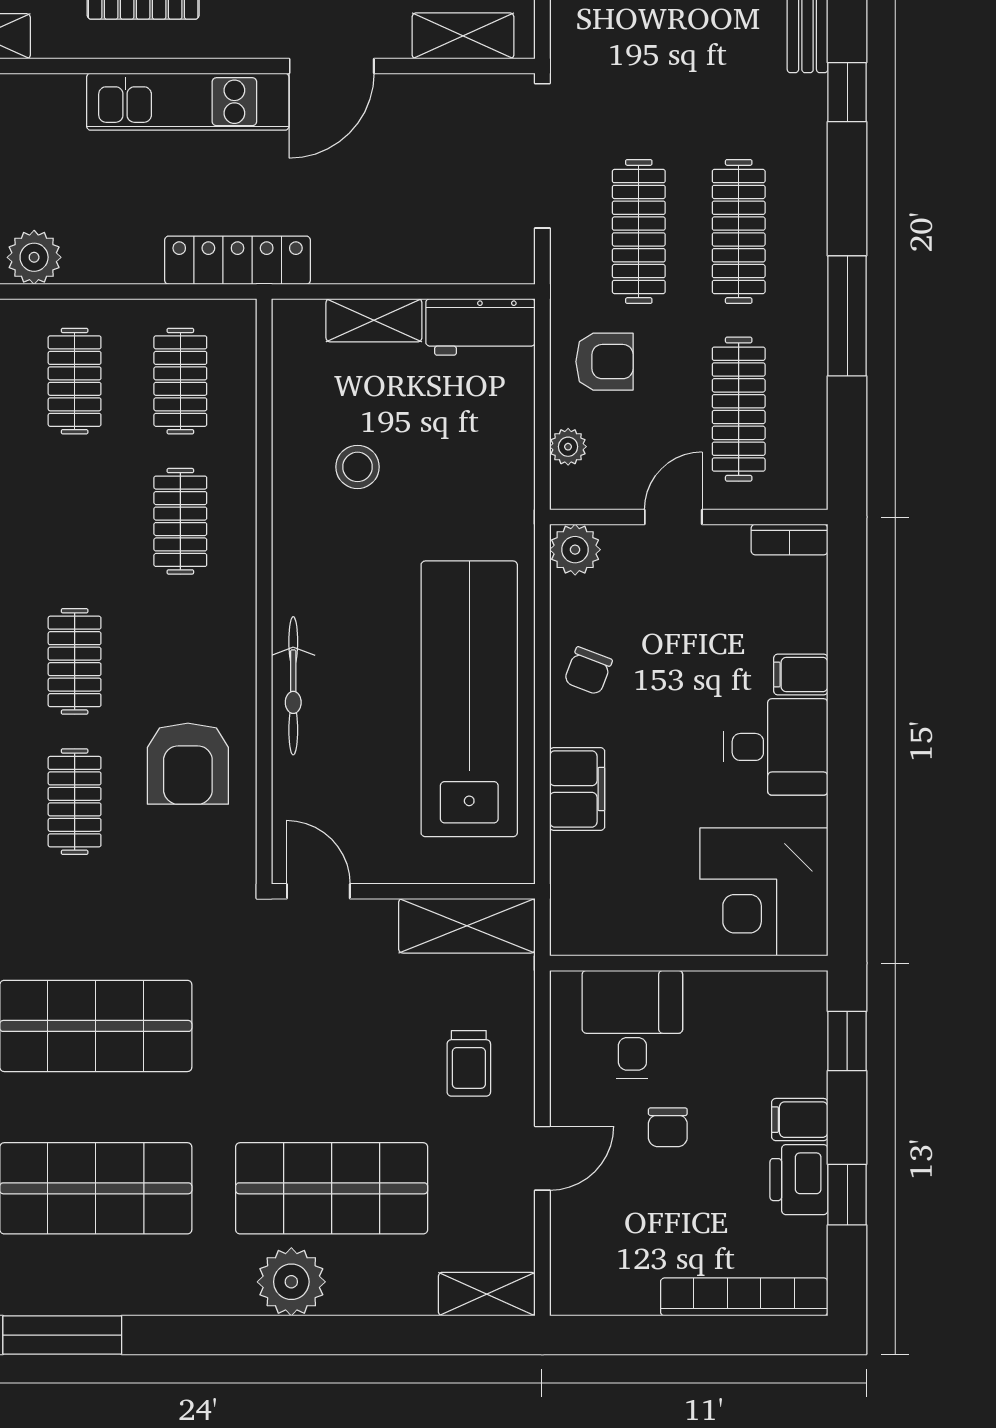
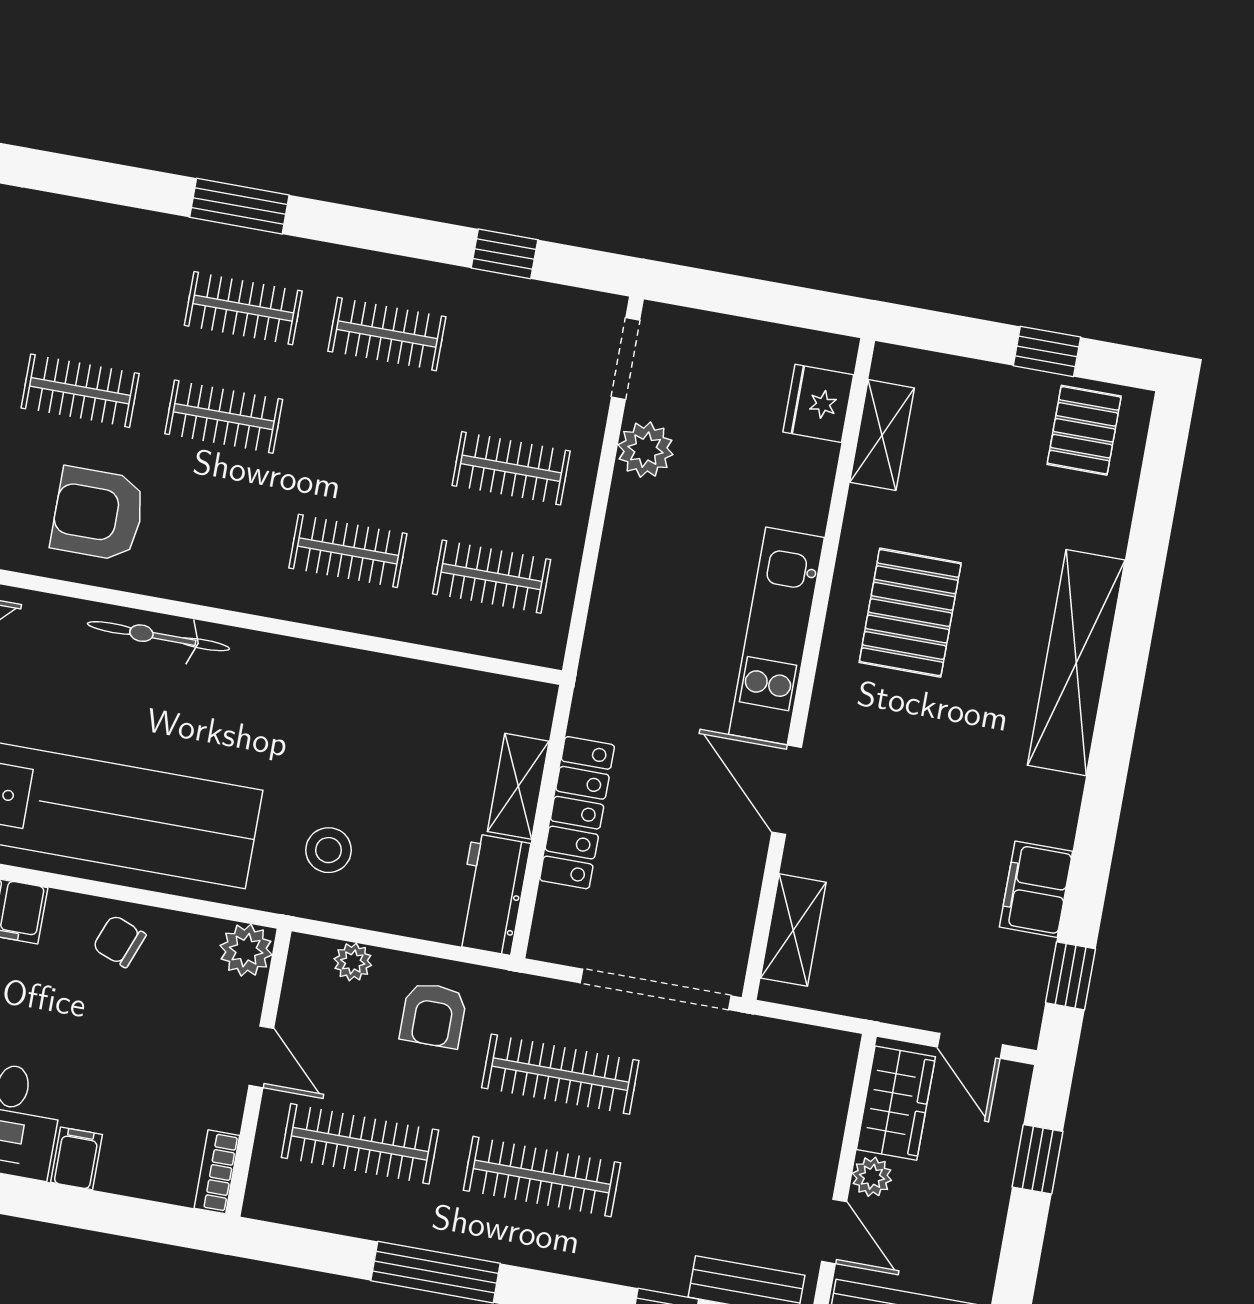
locker: (238, 260) -> (577, 813), moved
stool: (357, 467) -> (328, 850), moved

